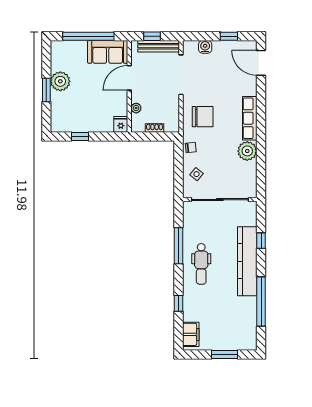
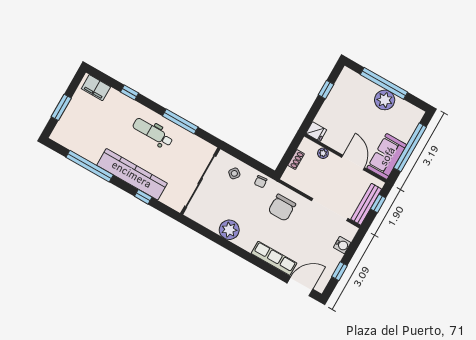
window: (46, 90) -> (384, 83), width x2.11
row of seats: (250, 118) -> (274, 258), moved

